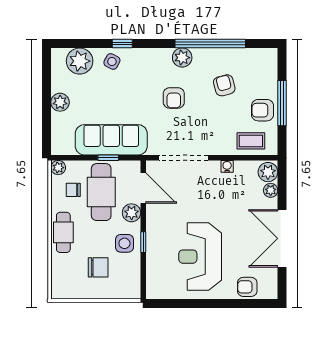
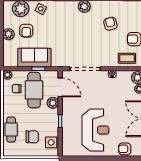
armchair: (174, 98) -> (26, 31), moved
sofa: (111, 140) -> (34, 58), width x0.73
cafe table: (63, 232) -> (11, 130), moved
side table: (124, 243) -> (51, 142), moved
reception desk: (200, 257) -> (95, 130), turned 180

